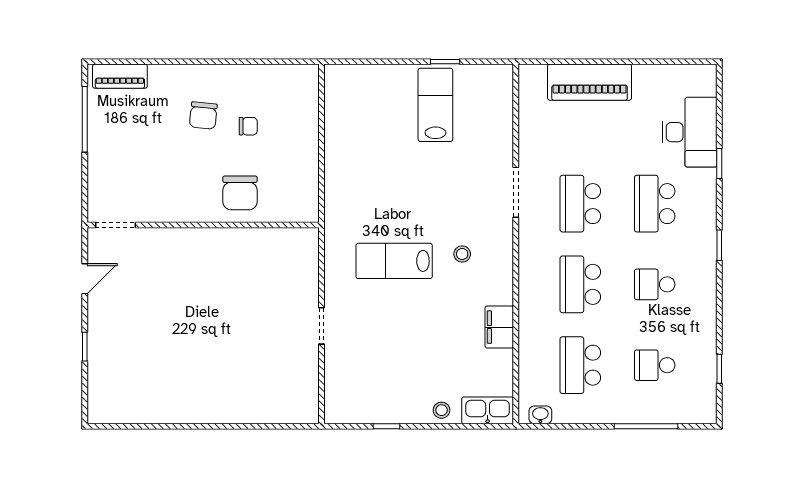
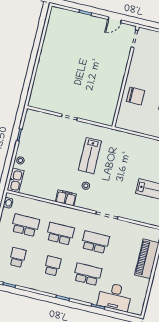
chair: (240, 193) -> (136, 96), turned 180
lab bench: (394, 261) -> (90, 156), turned 180
door: (85, 279) -> (115, 20), hinge flipped
filing cabinet: (499, 327) -> (66, 198), moved

